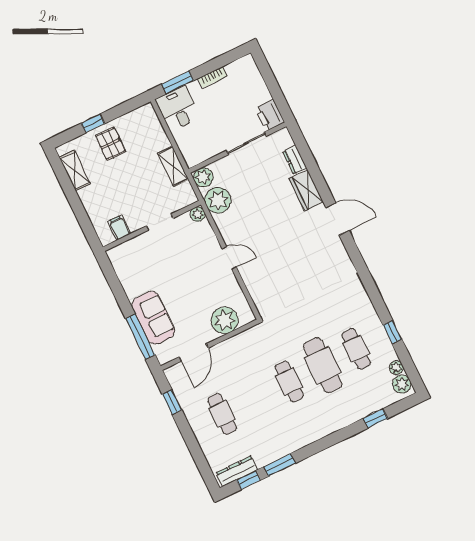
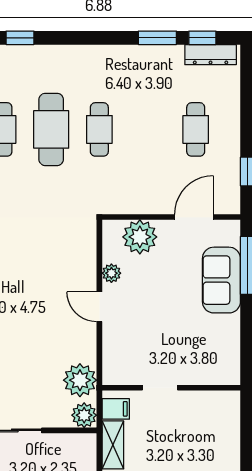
plant: (198, 214) -> (111, 273), moved
filing cabinet: (119, 228) -> (116, 409), moved, turned -90

